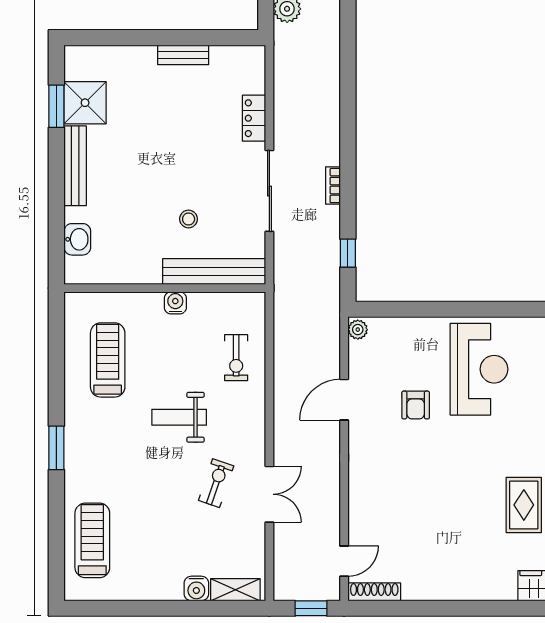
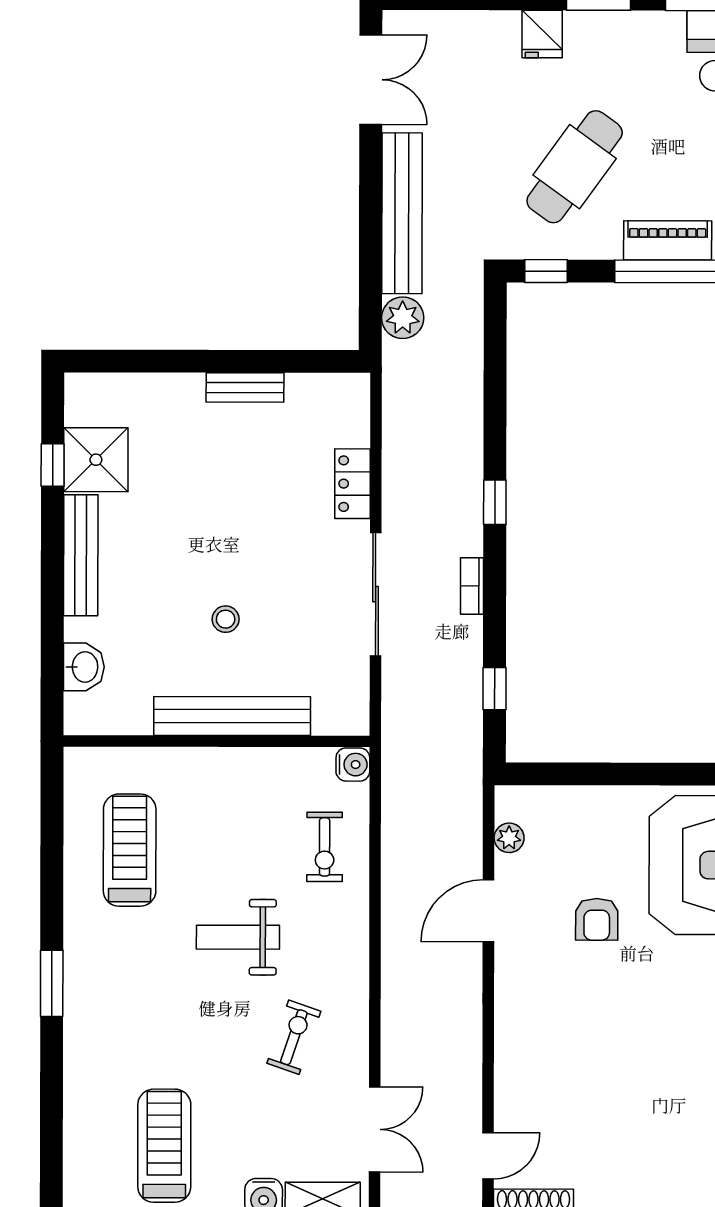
window: (56, 106) -> (53, 465), width x0.67
window: (348, 130) -> (495, 502), added
stool: (189, 219) -> (226, 619), moved
bench: (214, 272) -> (232, 716), moved
water cooler: (175, 303) -> (353, 765), moved, turned 90
plant: (358, 330) -> (509, 838), moved
double door: (269, 494) -> (375, 1129), moved
treadmill: (92, 540) -> (164, 1146), moved

